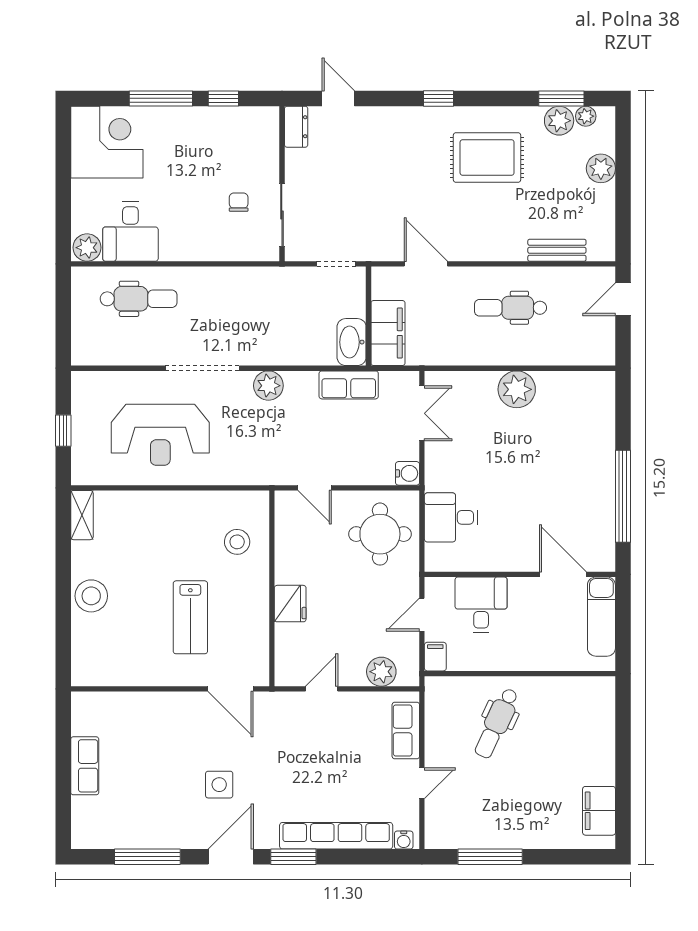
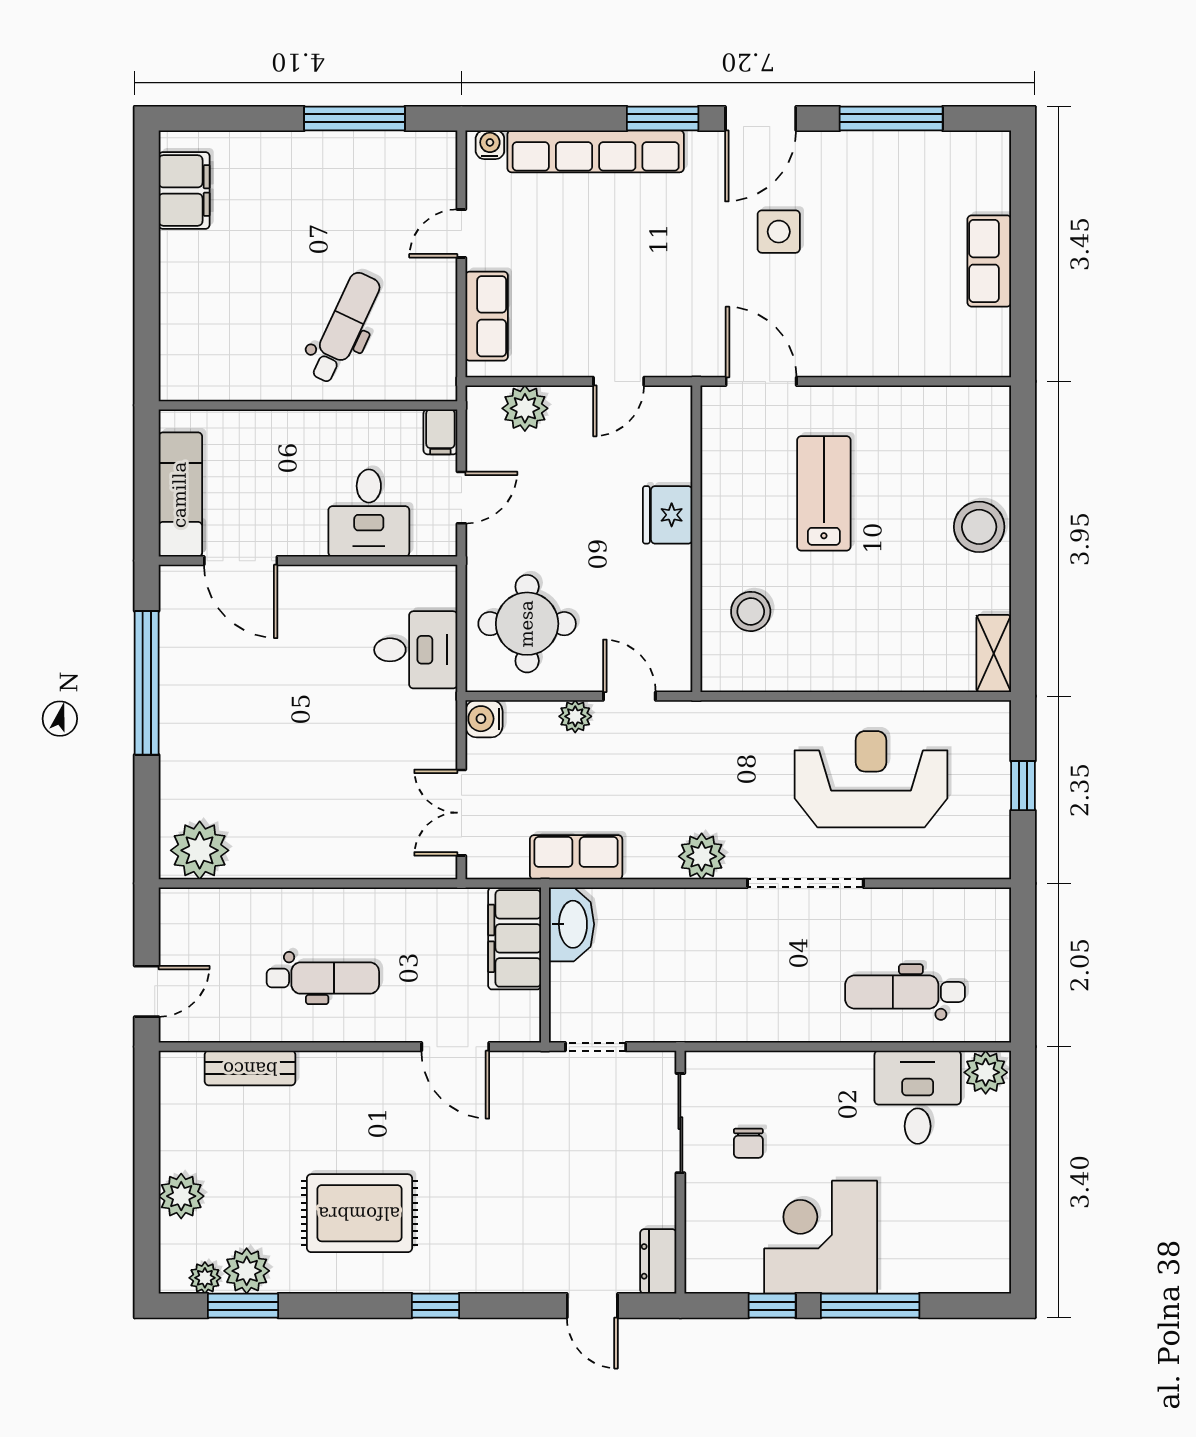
corner desk: (107, 142) -> (821, 1237), moved, turned 90
plant: (517, 389) -> (200, 850), moved
plant: (349, 475) -> (575, 716), added

